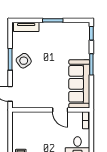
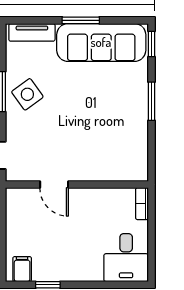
sofa: (79, 84) -> (101, 42), moved, turned -90
door: (60, 110) -> (54, 185), moved

